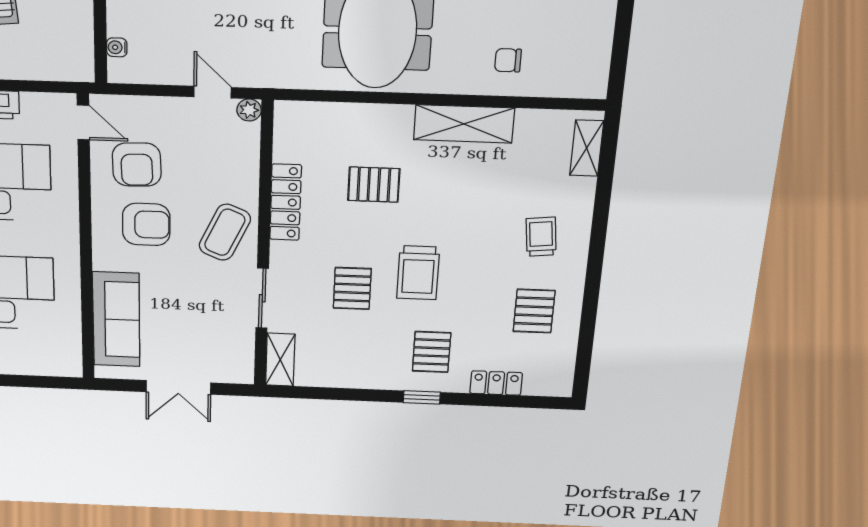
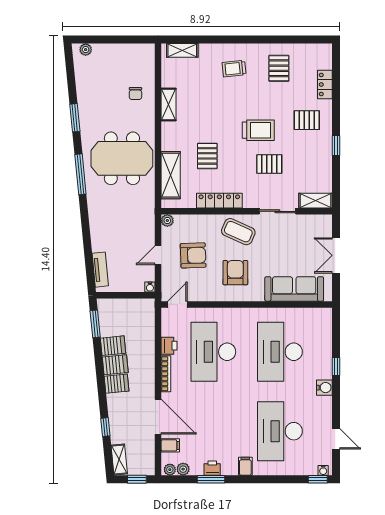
water cooler: (117, 47) -> (150, 287), moved
door: (213, 92) -> (158, 255), moved
shelving: (339, 119) -> (171, 175), added
shelving: (464, 124) -> (169, 104), width x0.67, depth x0.75
armchair: (137, 165) -> (193, 255), moved
pallet: (534, 311) -> (279, 68), turned 90
double door: (178, 387) -> (336, 255), swing flipped
window: (422, 397) -> (336, 146), moved

